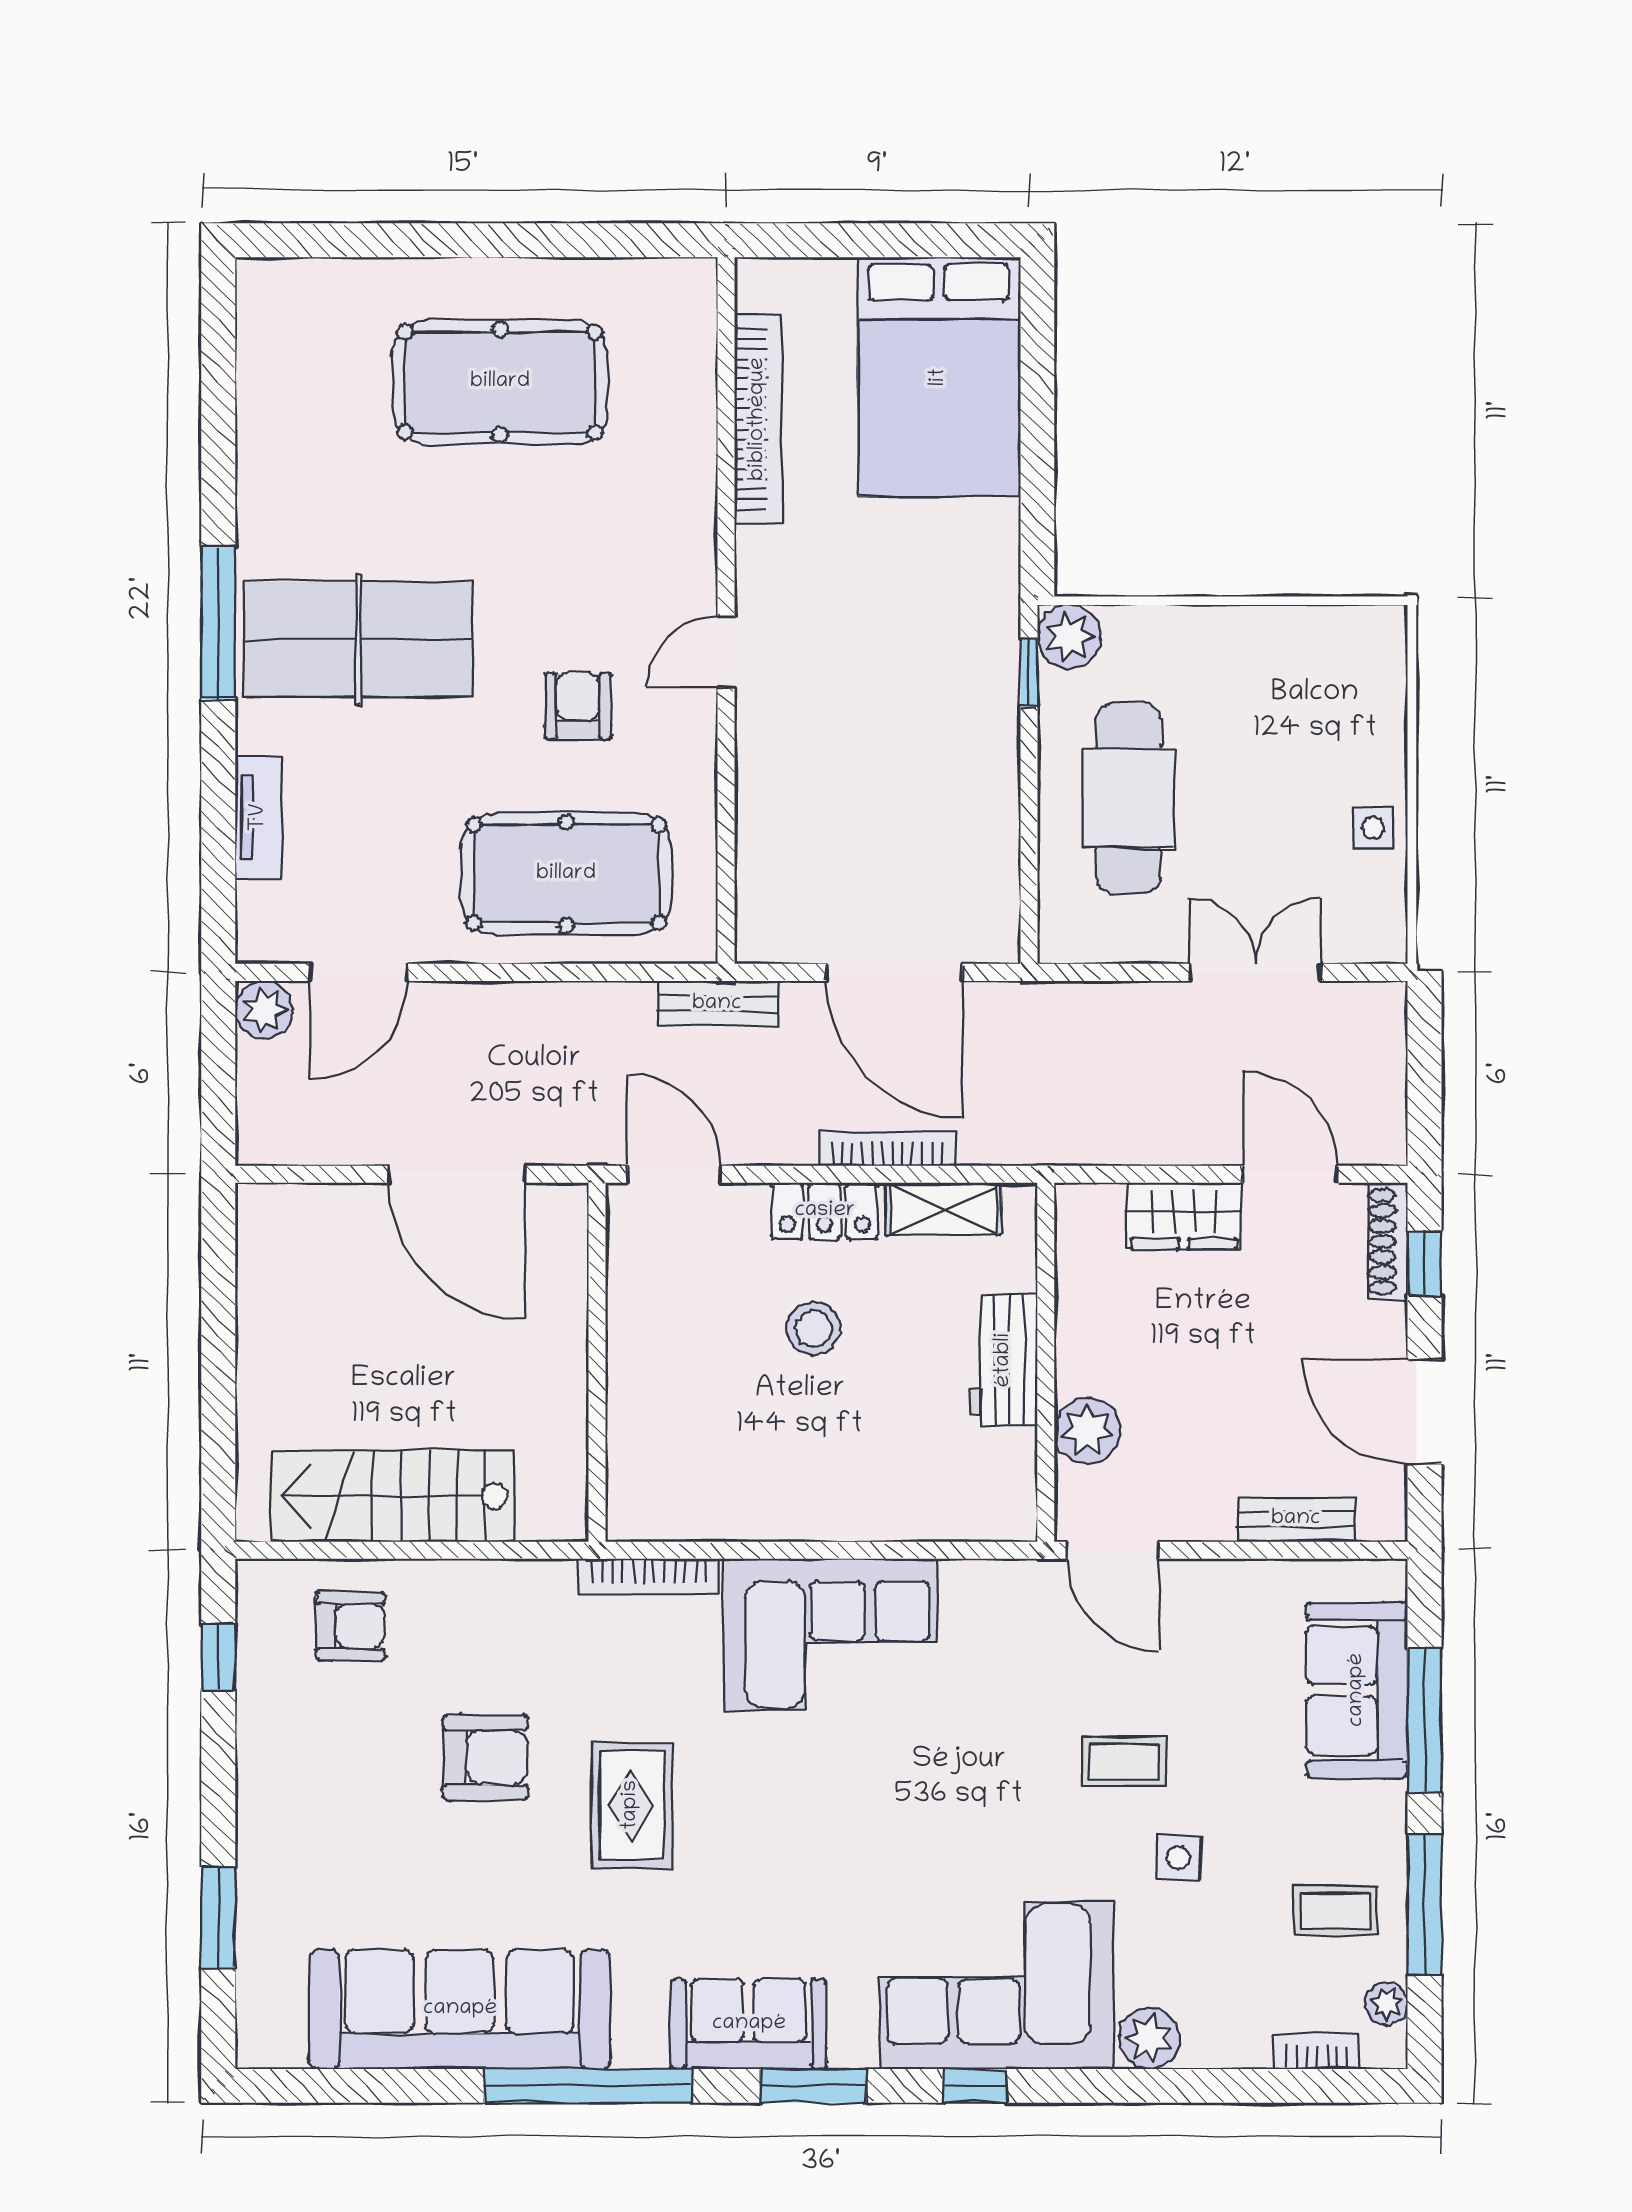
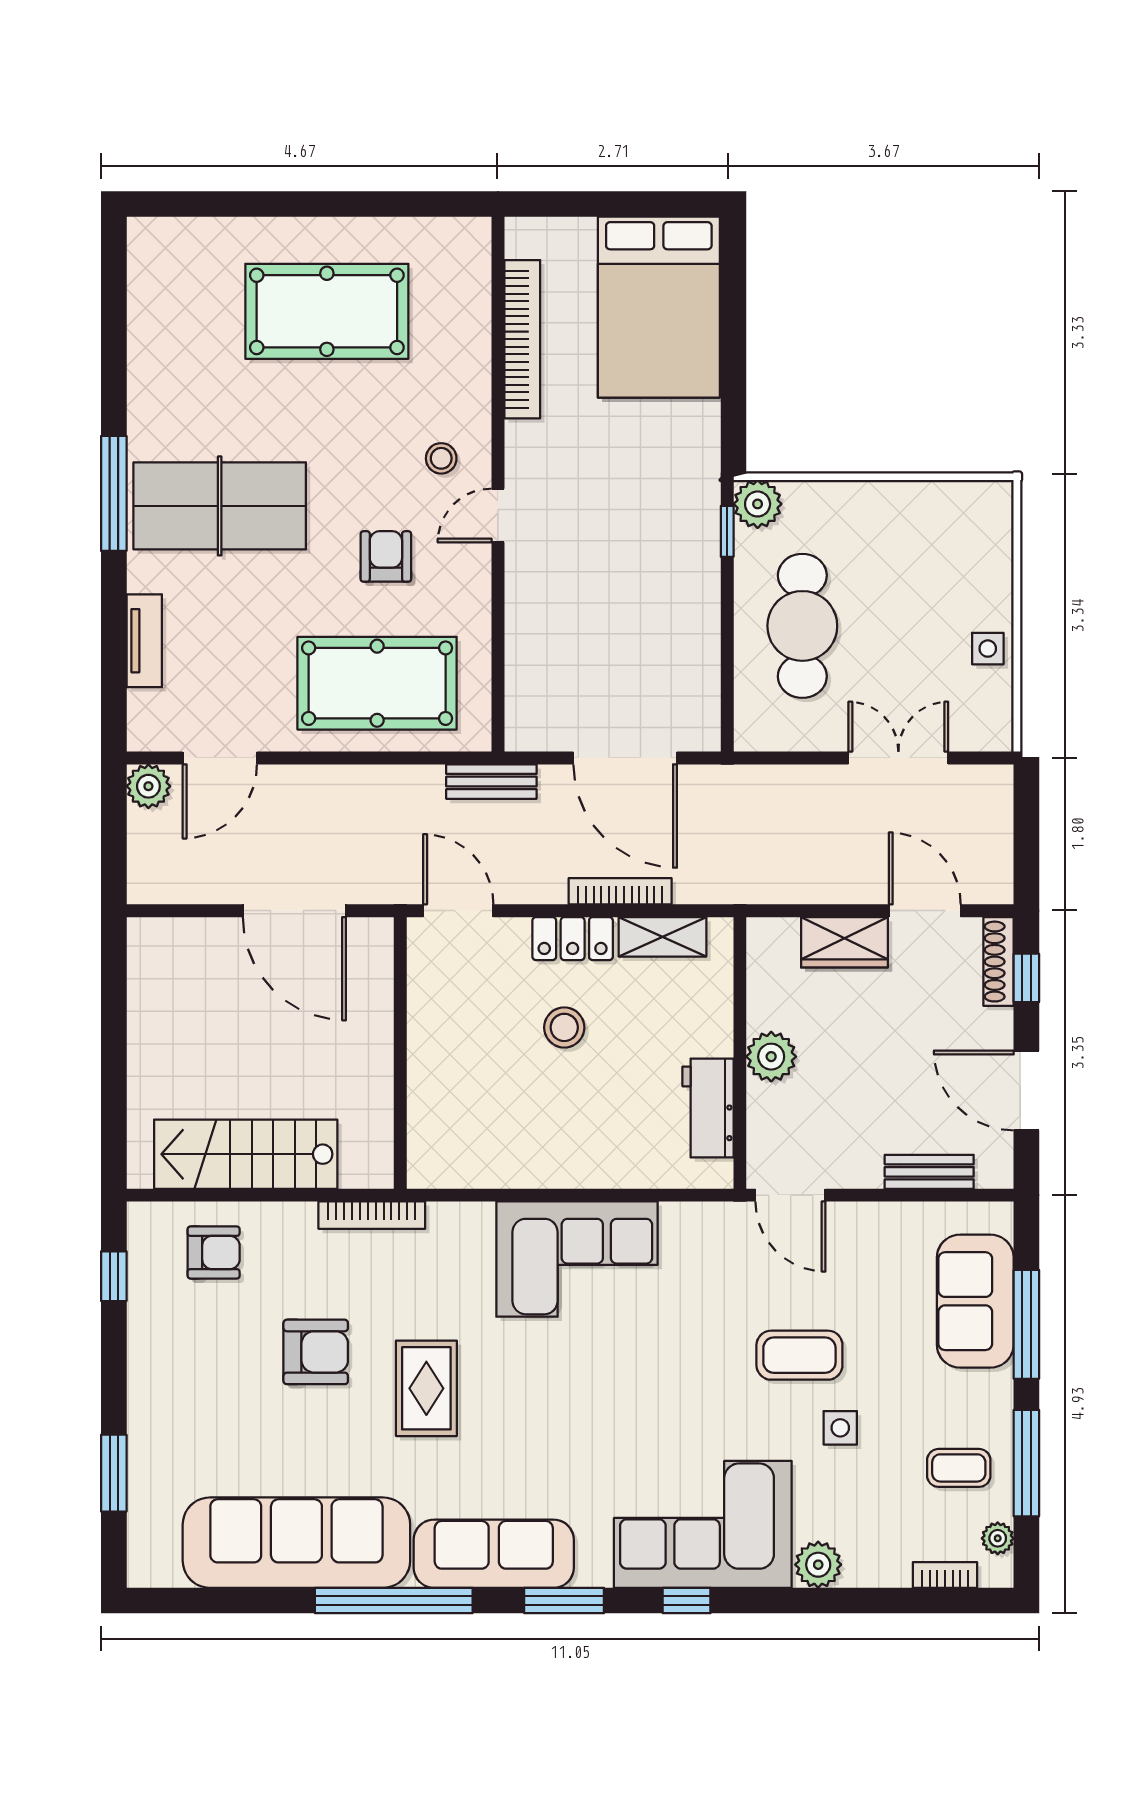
stool: (651, 576) -> (441, 458), added
workbench: (1004, 1360) -> (708, 1108), moved
plant: (1087, 1431) -> (771, 1057), moved
bookcase: (649, 1577) -> (372, 1215), moved
coffee table: (1125, 1762) -> (799, 1355), width x1.36, depth x1.30
sofa: (749, 2024) -> (494, 1554), width x1.36

